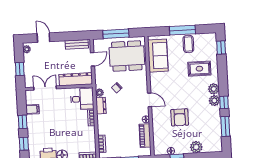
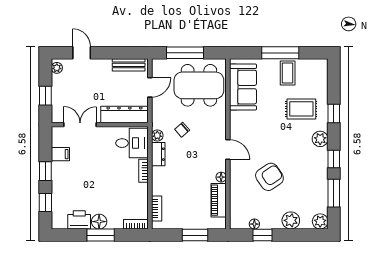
window: (221, 47) -> (334, 113), moved
plant: (214, 101) -> (320, 221), moved
armchair: (180, 117) -> (269, 177), turned -124

